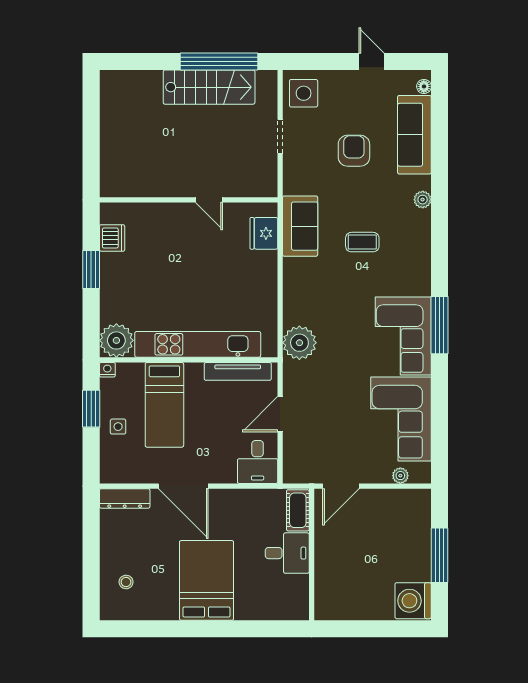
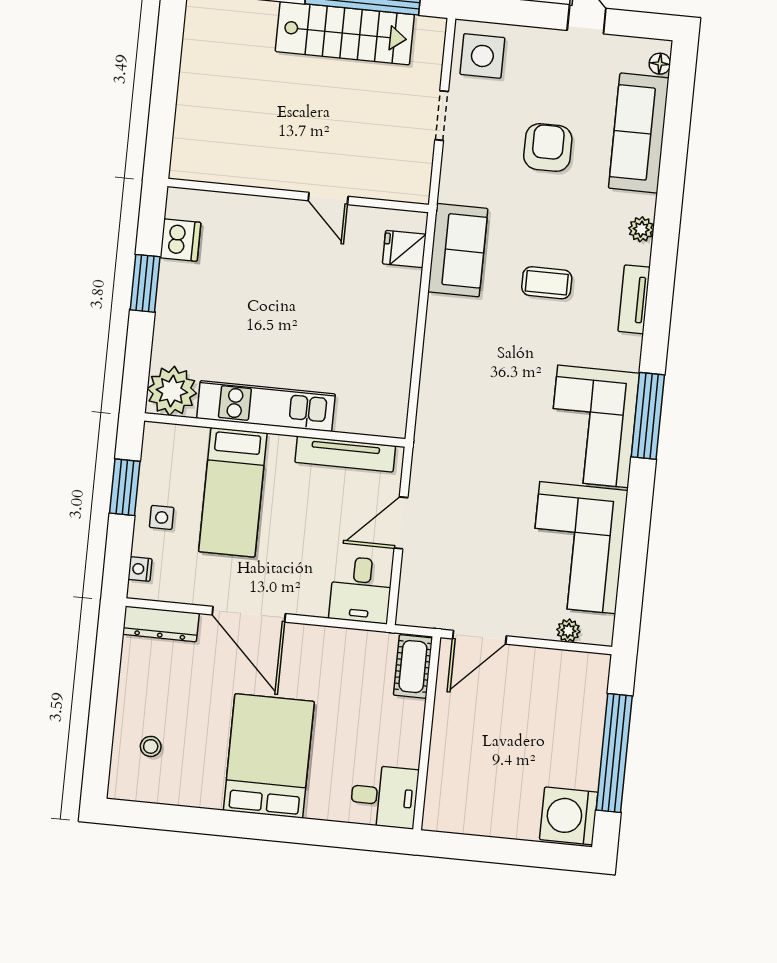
fridge: (264, 233) -> (404, 249), width x0.72
tv unit: (422, 247) -> (634, 299), added
plant: (299, 343) -> (440, 421), removed
kitchen unit: (198, 344) -> (266, 406), width x0.73
nightstand: (107, 370) -> (140, 569), moved, turned -90
desk: (287, 553) -> (384, 796), moved
window: (440, 555) -> (614, 753), width x1.46

